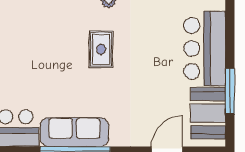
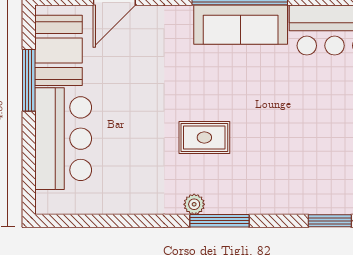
rug: (101, 49) -> (204, 137), turned 90

